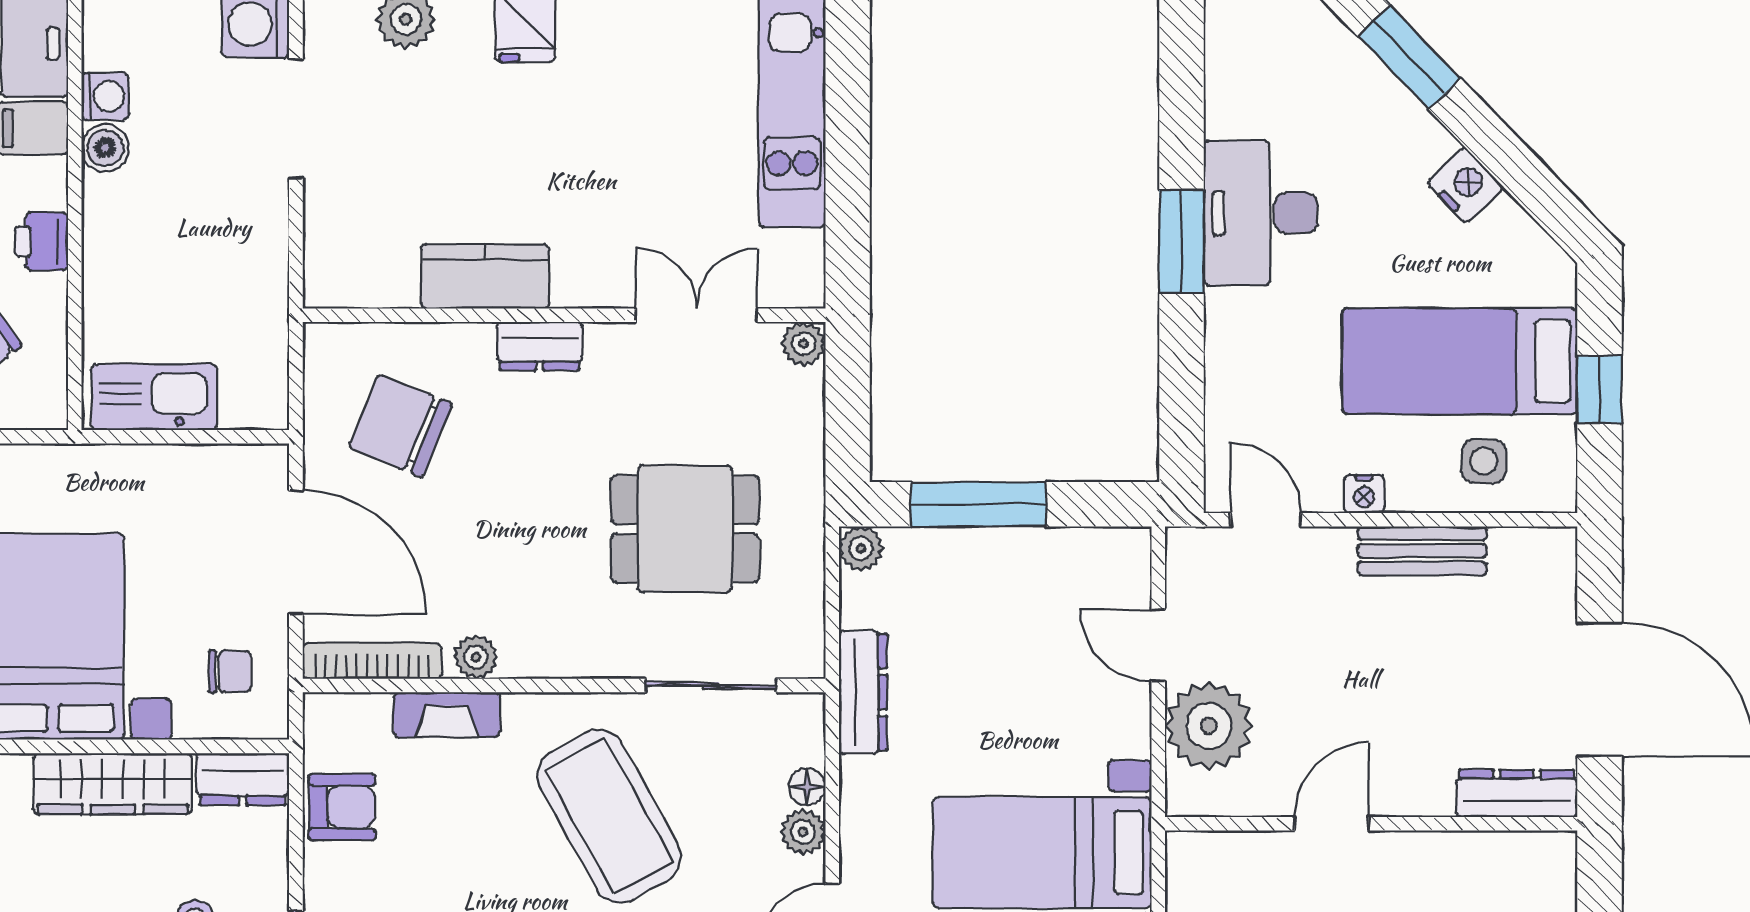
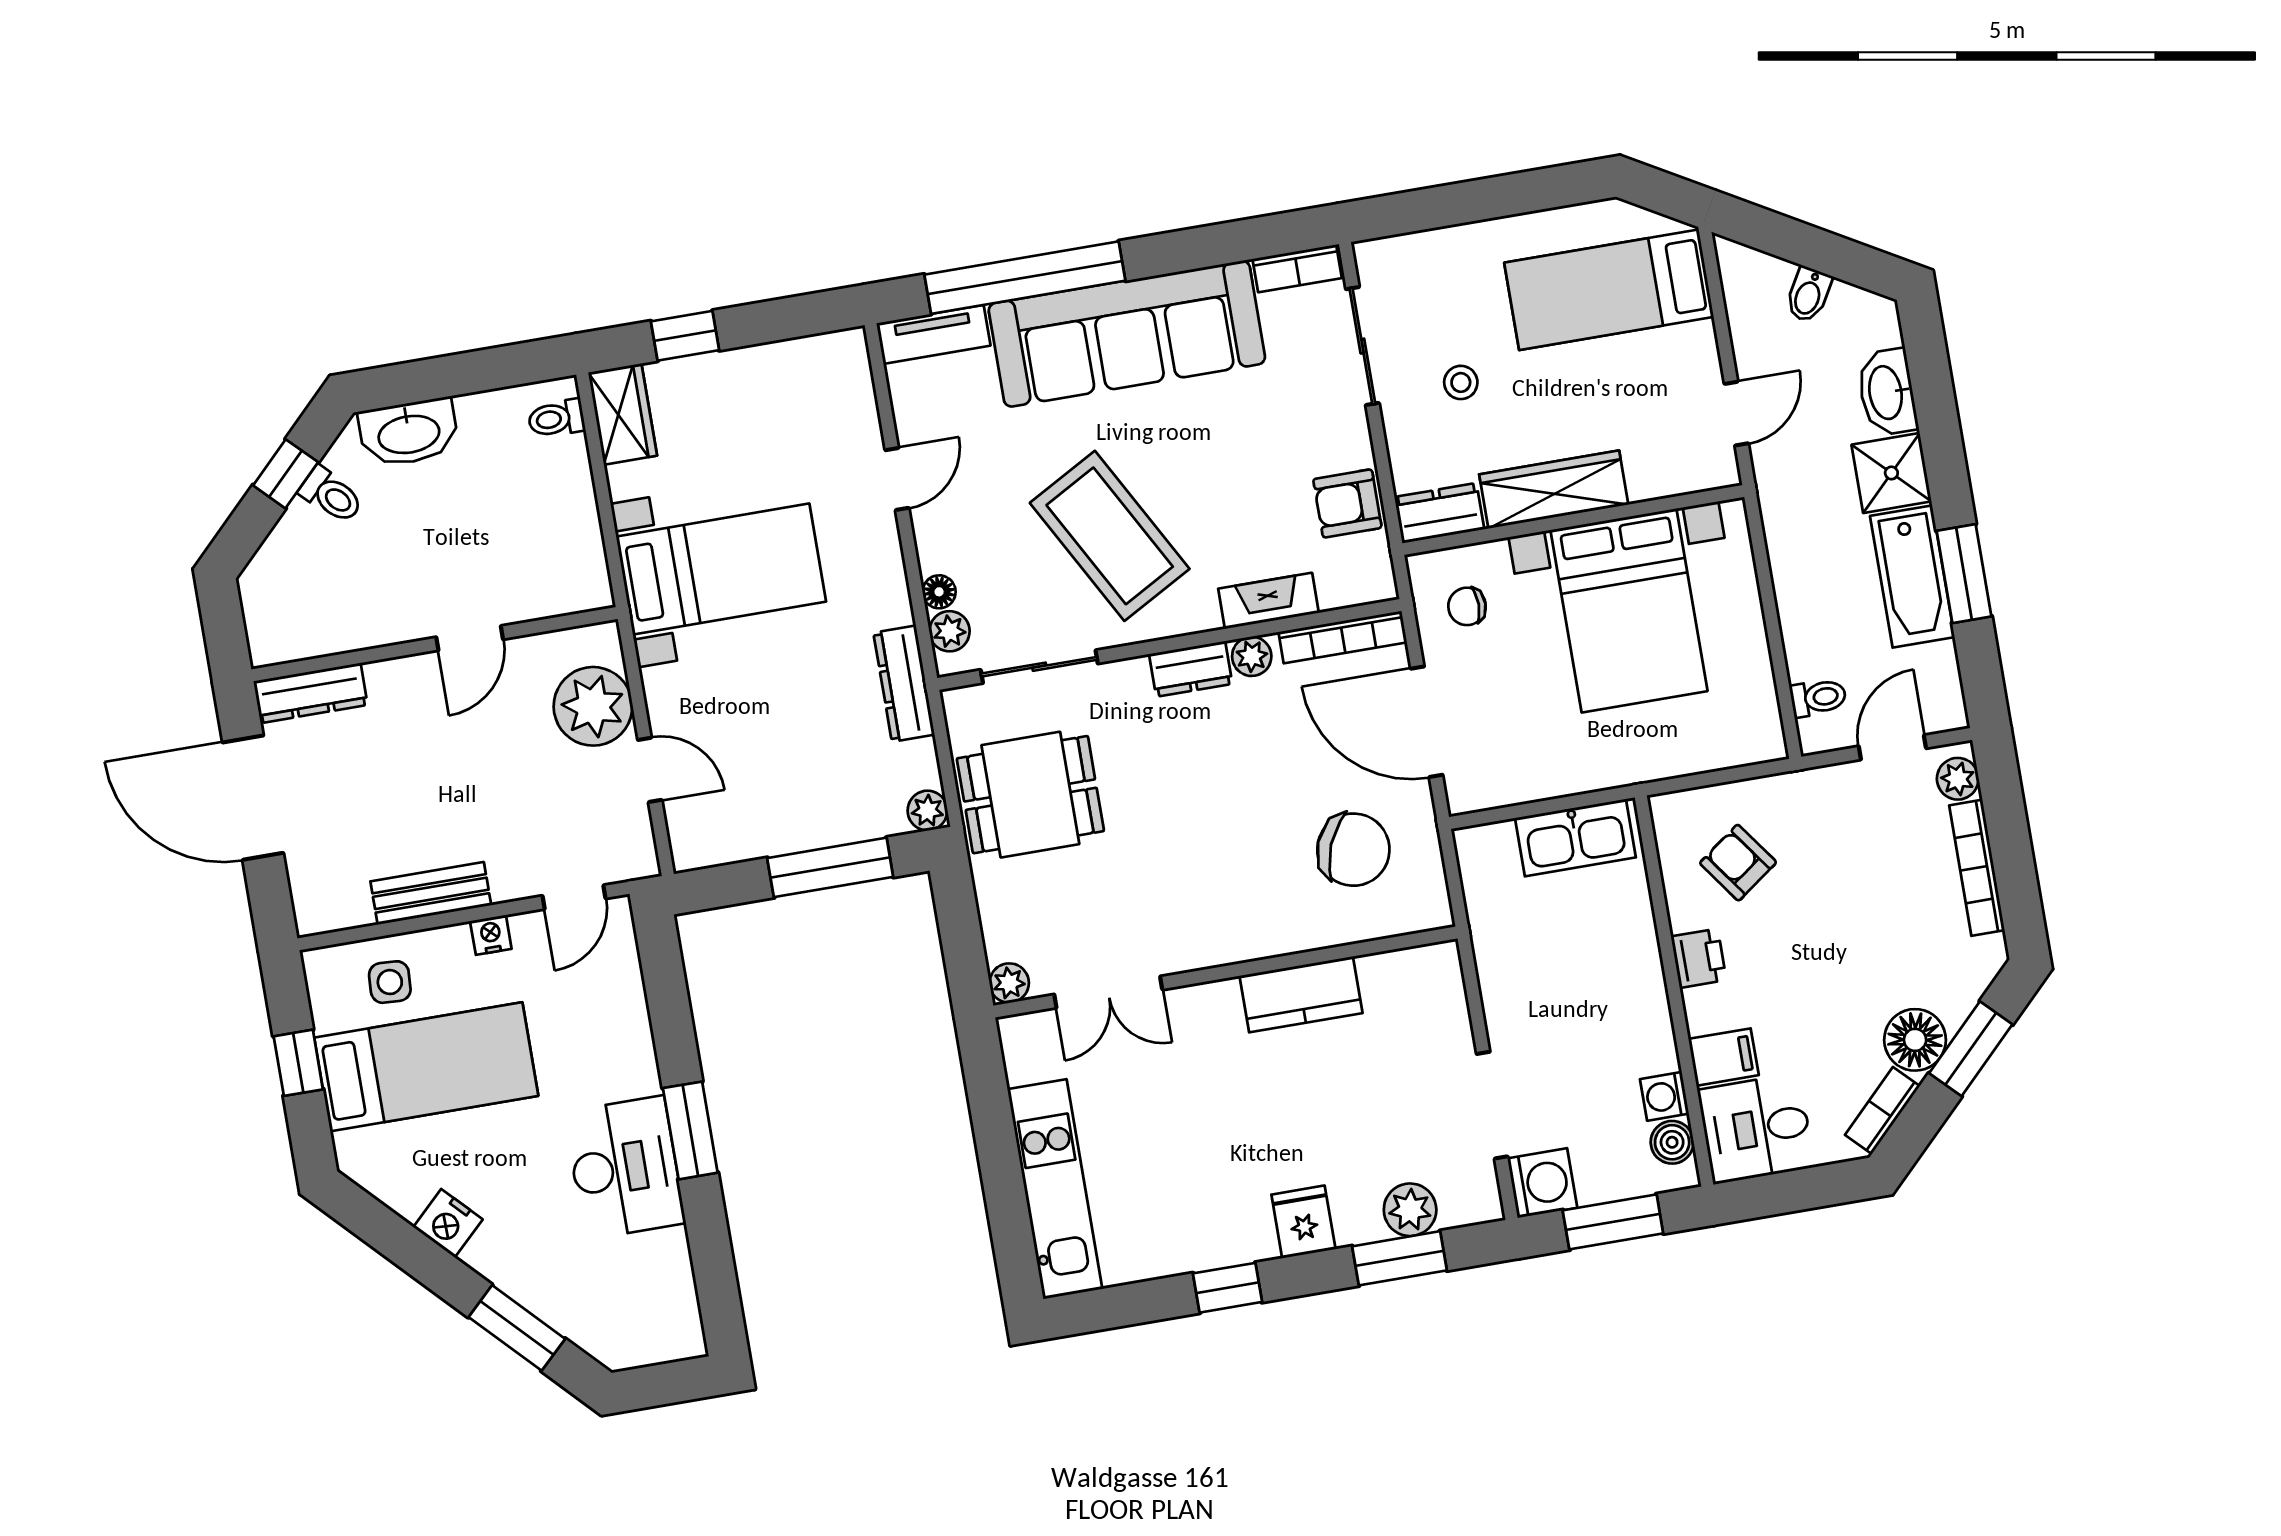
boiler: (105, 148) -> (1672, 1142), moved
dresser: (540, 346) -> (1191, 669), moved, turned 180
door: (1265, 520) -> (574, 897), hinge flipped
dining table: (685, 529) -> (1030, 795), moved
plant: (803, 832) -> (949, 631), moved

